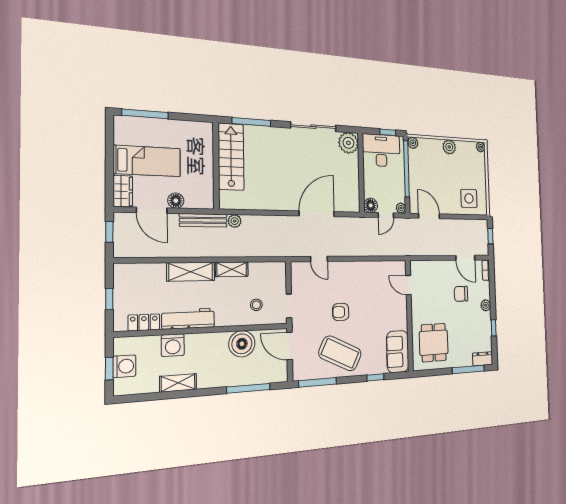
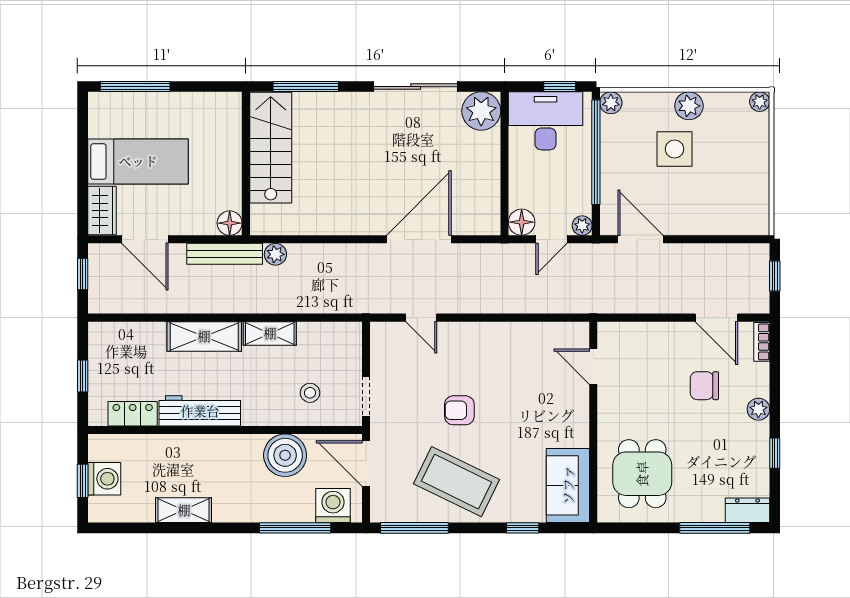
side table: (469, 198) -> (675, 149), moved
floor lamp: (176, 201) -> (230, 223), moved
washing machine: (173, 345) -> (333, 506), moved, turned 180

